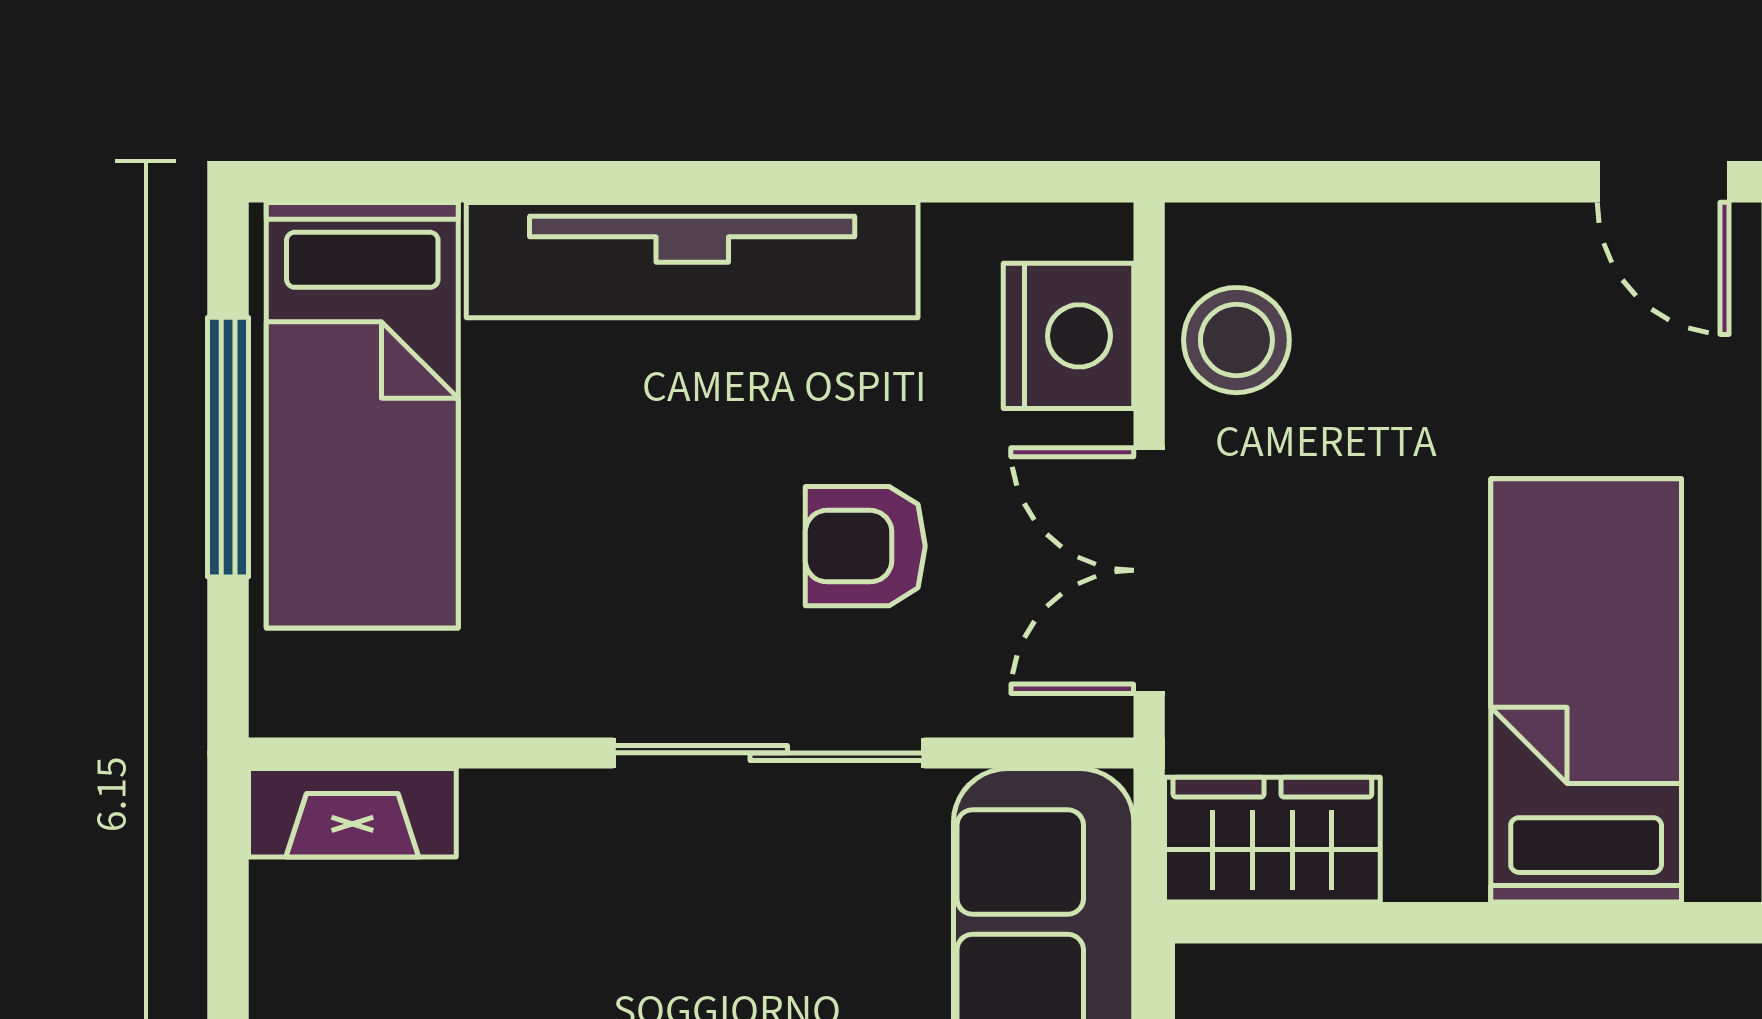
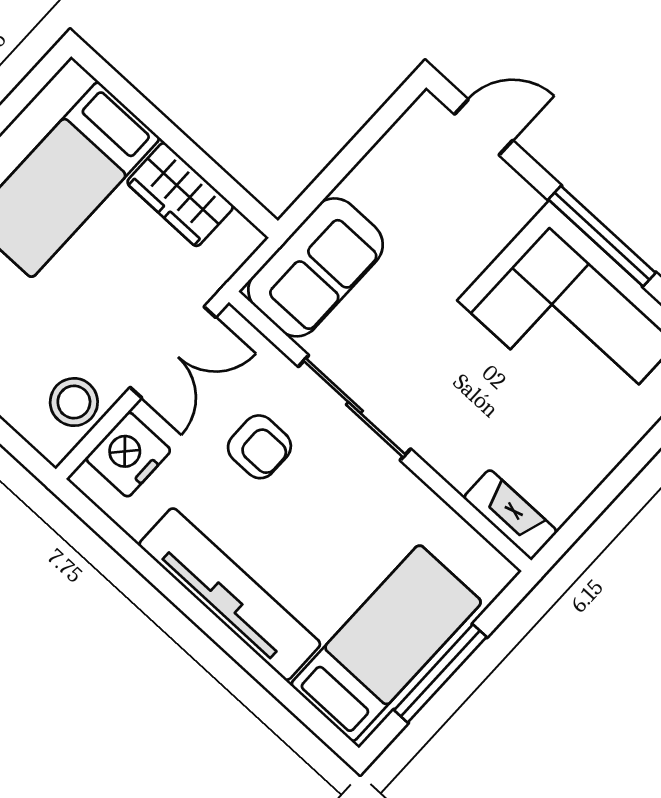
wardrobe: (1272, 840) -> (180, 195), moved

